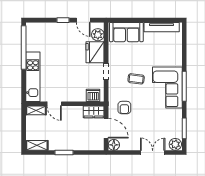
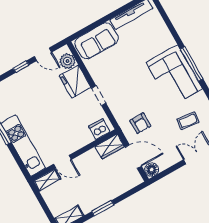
coffee table: (136, 79) -> (188, 121), moved

